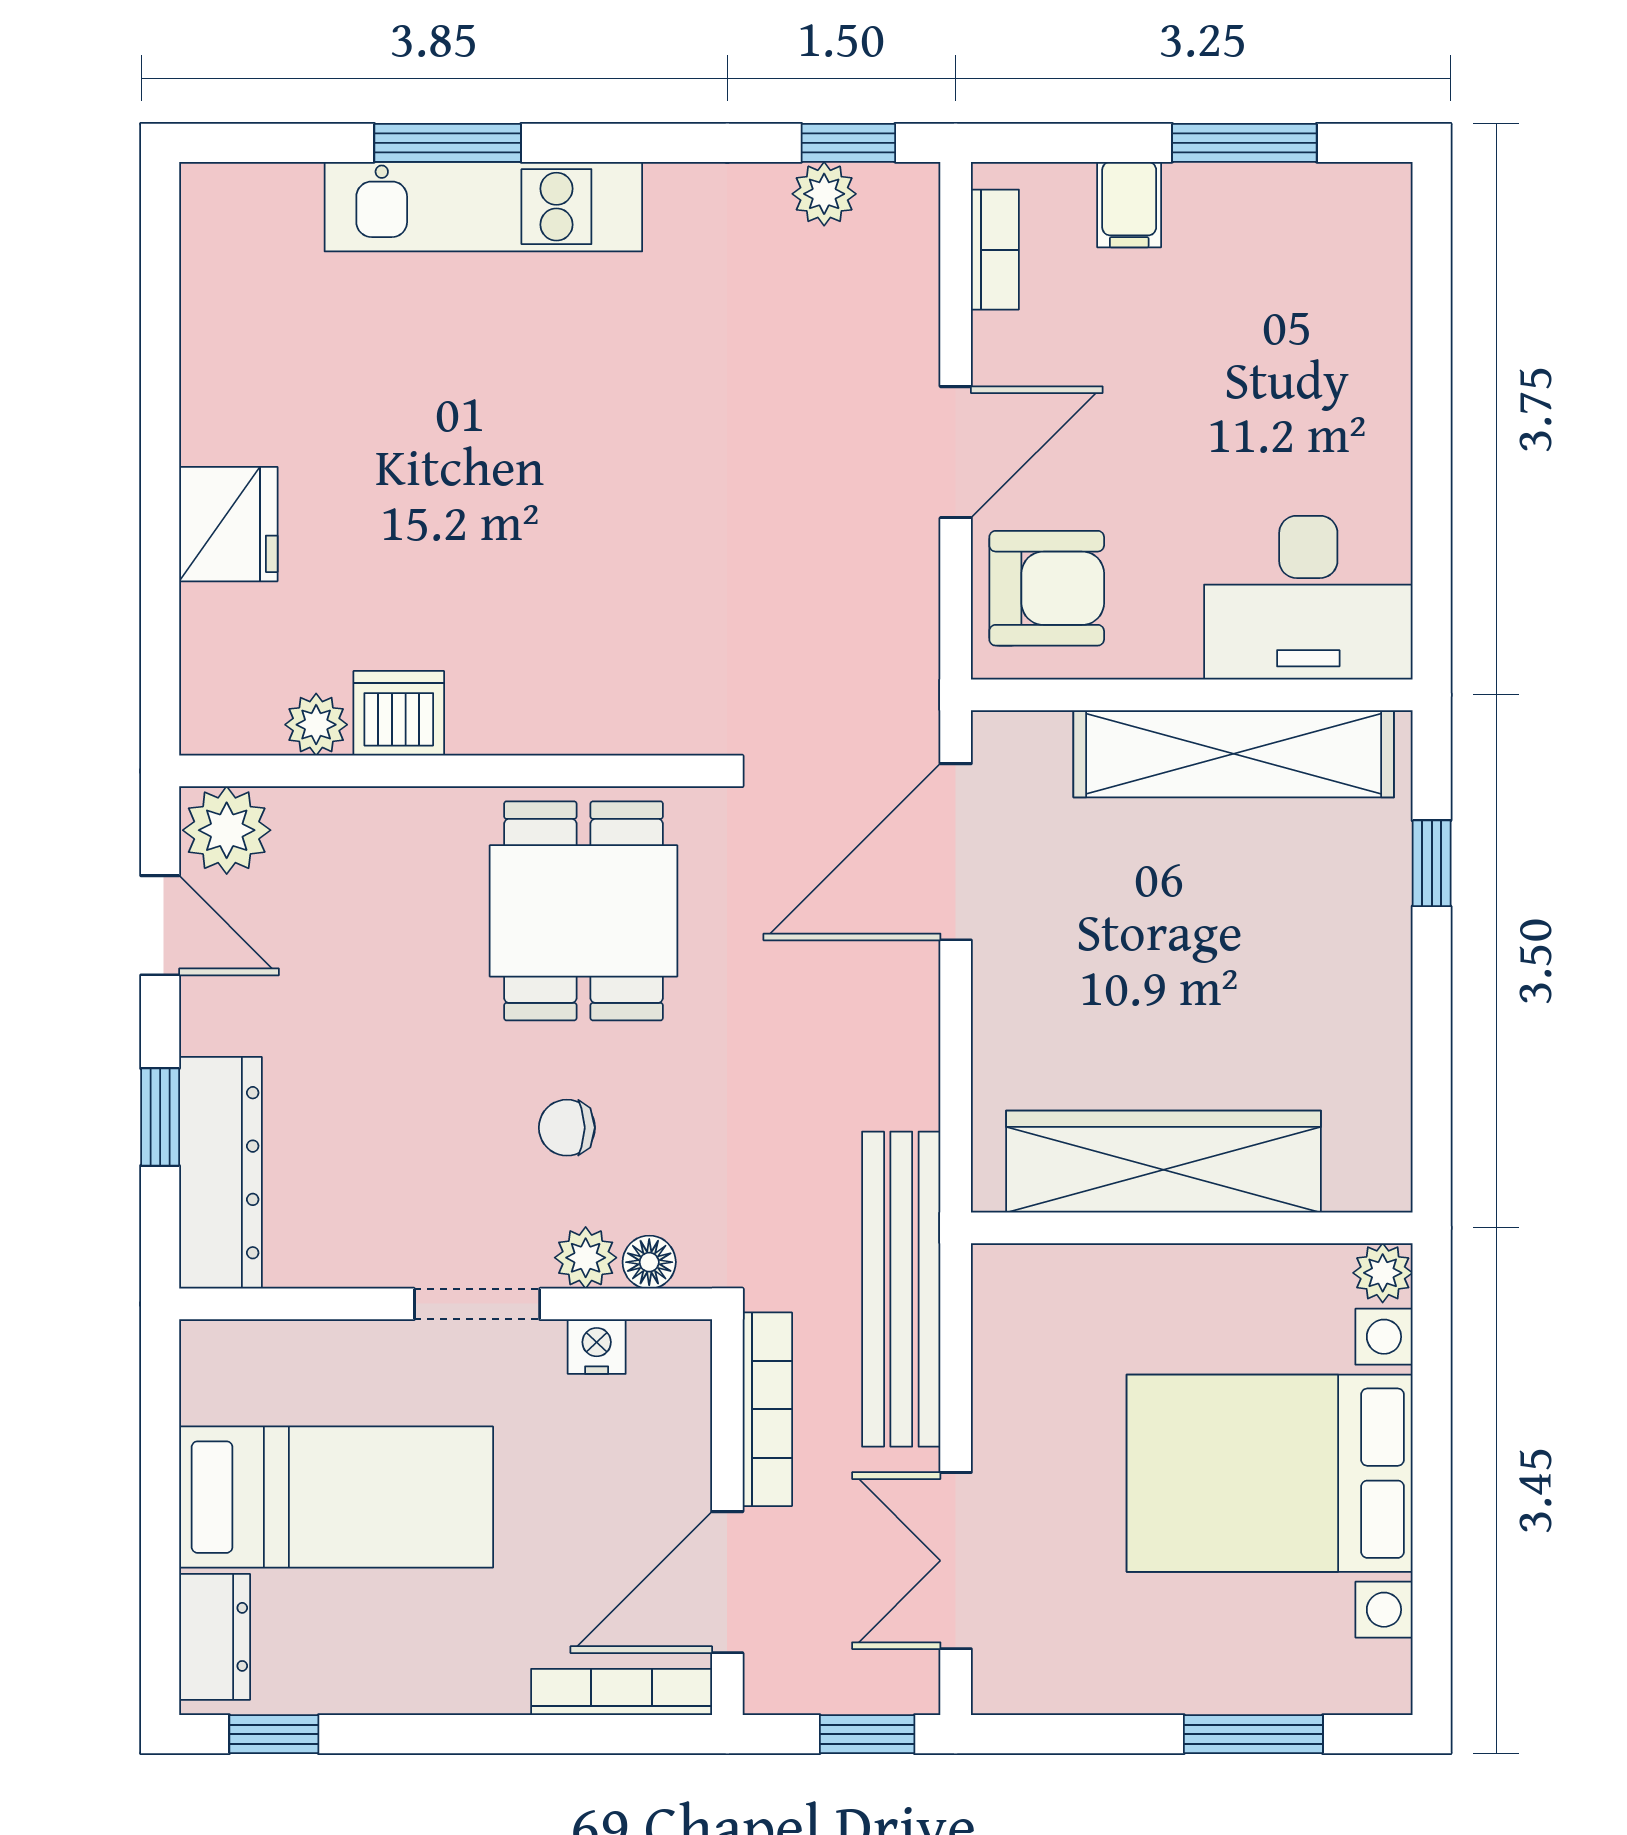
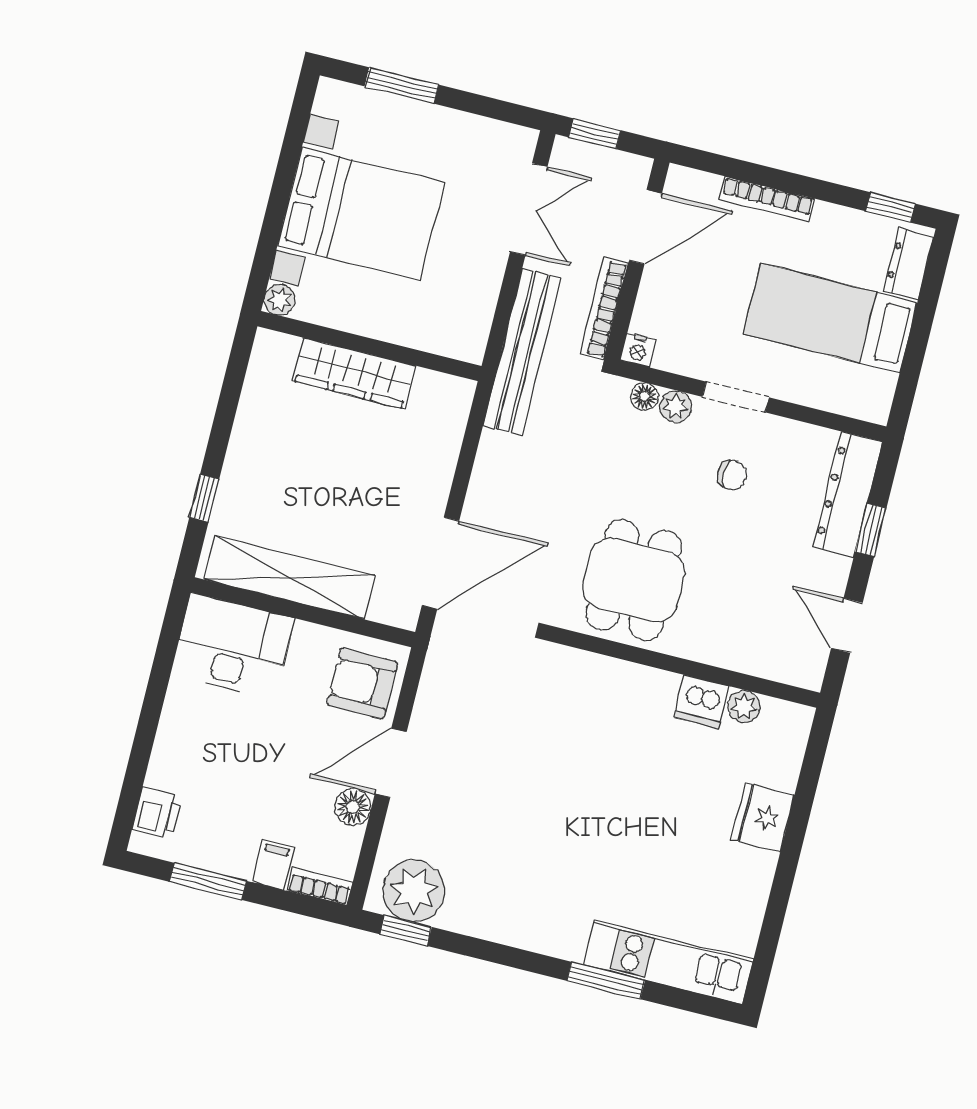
plant: (824, 194) -> (414, 891), width x1.87, depth x1.87
kitchen unit: (483, 207) -> (669, 962), moved
printer: (1373, 247) -> (157, 813), added
bookcase: (995, 250) -> (320, 886), moved, turned 90
floor lamp: (1006, 351) -> (353, 807), added
plant: (227, 830) -> (802, 665), removed
chair: (567, 1128) -> (732, 475), moved
wardrobe: (1163, 1162) -> (354, 373), width x0.71, depth x0.85
nightstand: (597, 1347) -> (638, 350), moved
bookcase: (622, 1692) -> (767, 199), moved

